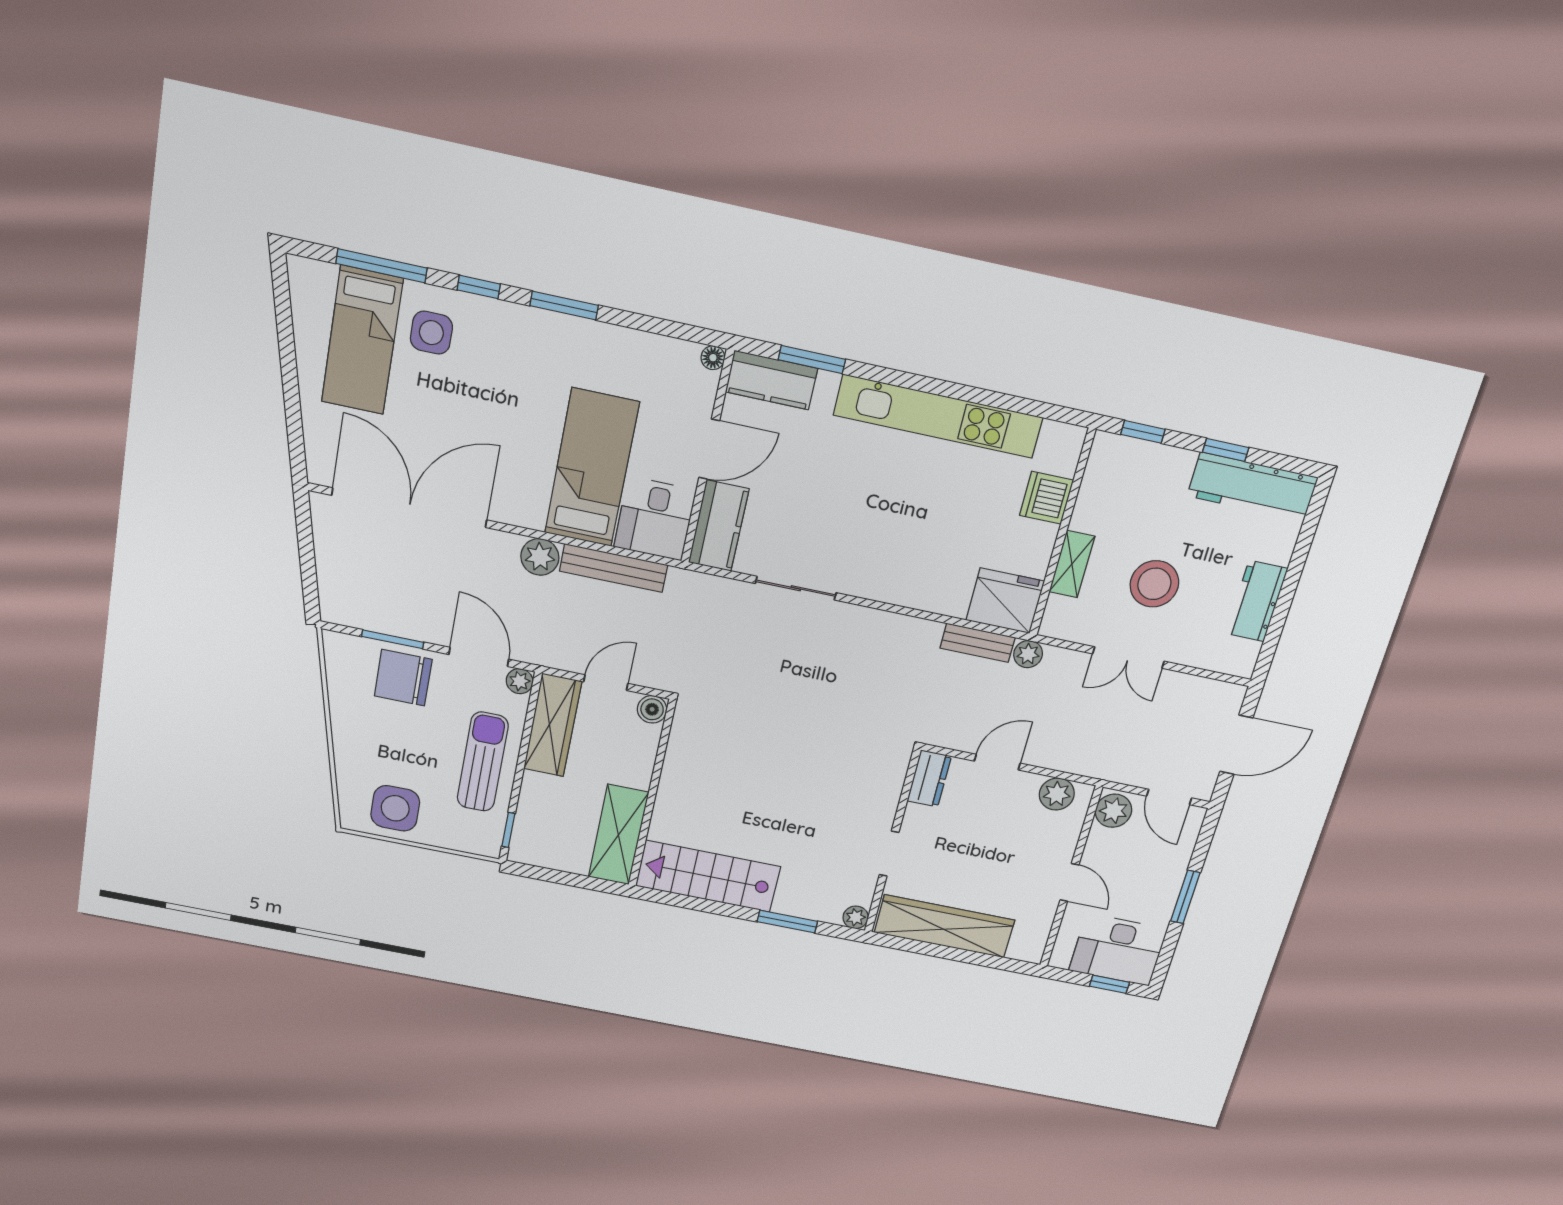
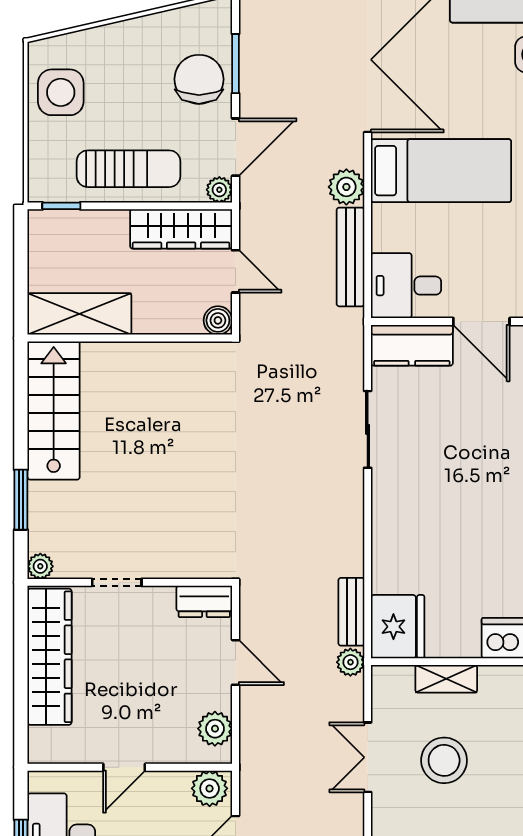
bed: (592, 468) -> (441, 171), moved

